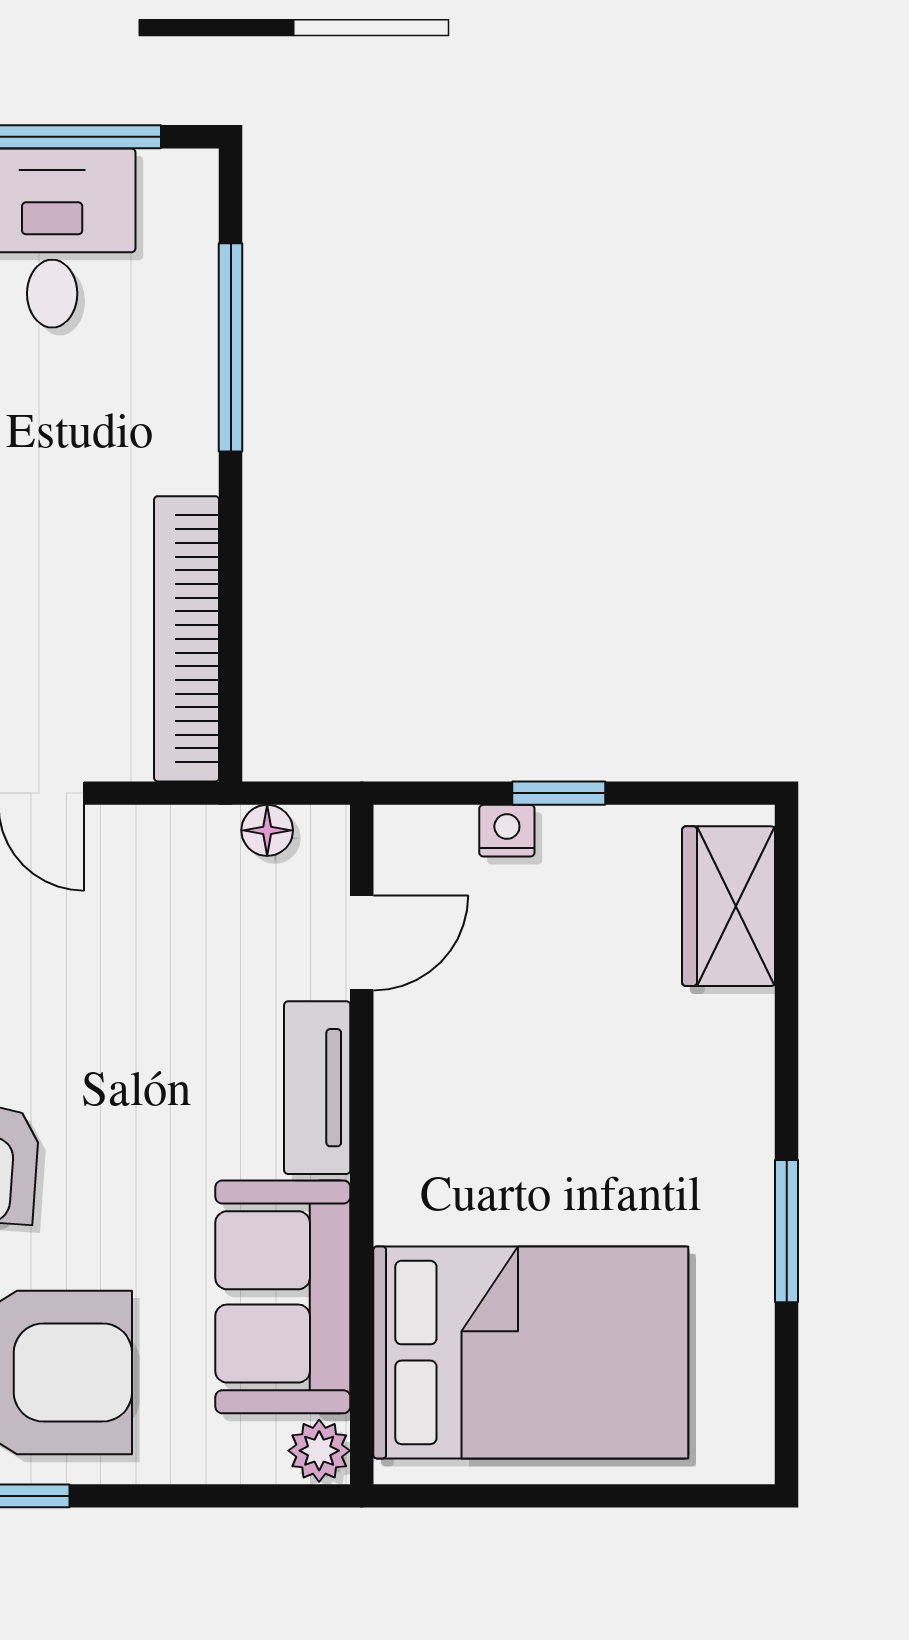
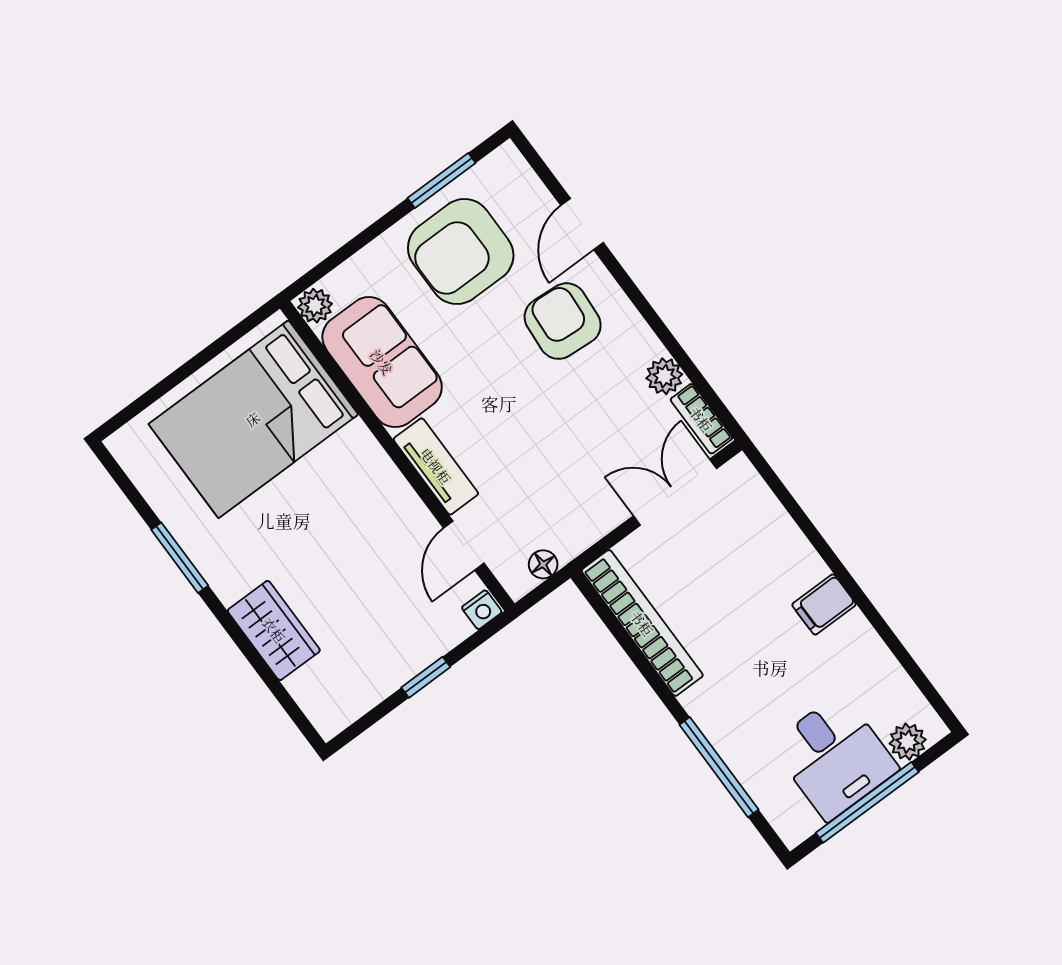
nightstand: (507, 831) -> (482, 610), moved
wardrobe: (729, 906) -> (274, 630), moved

